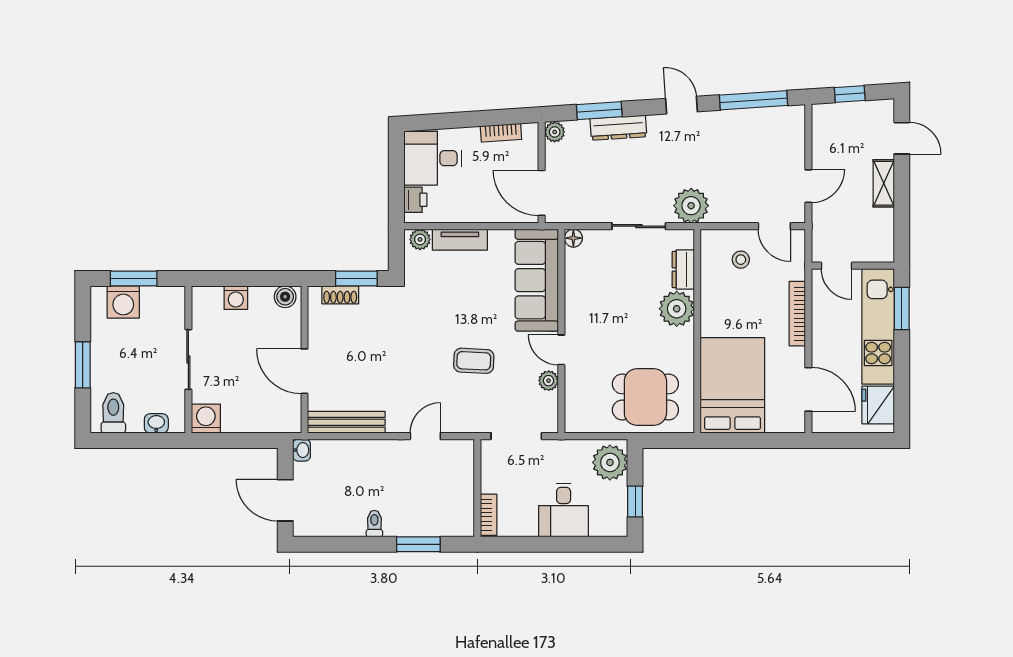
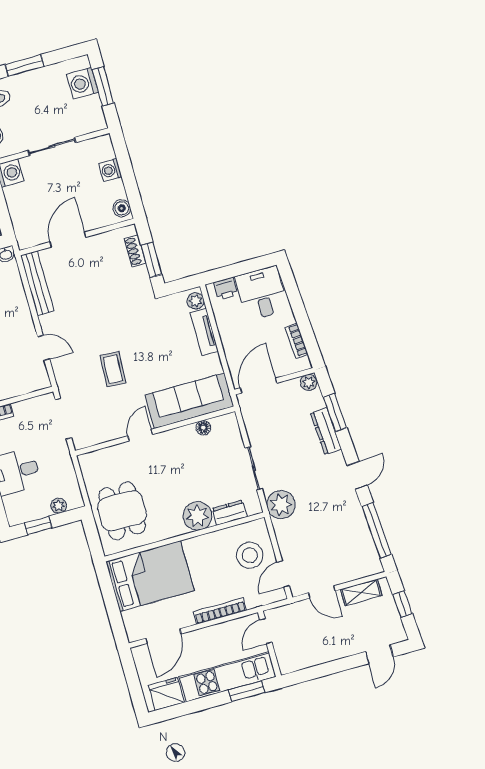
shelving: (884, 183) -> (361, 592), moved
floor lamp: (573, 238) -> (203, 428), moved
stool: (741, 260) -> (250, 555), width x1.89, depth x1.89
plant: (549, 381) -> (114, 432), removed
plant: (610, 462) -> (59, 506), width x0.53, depth x0.53

